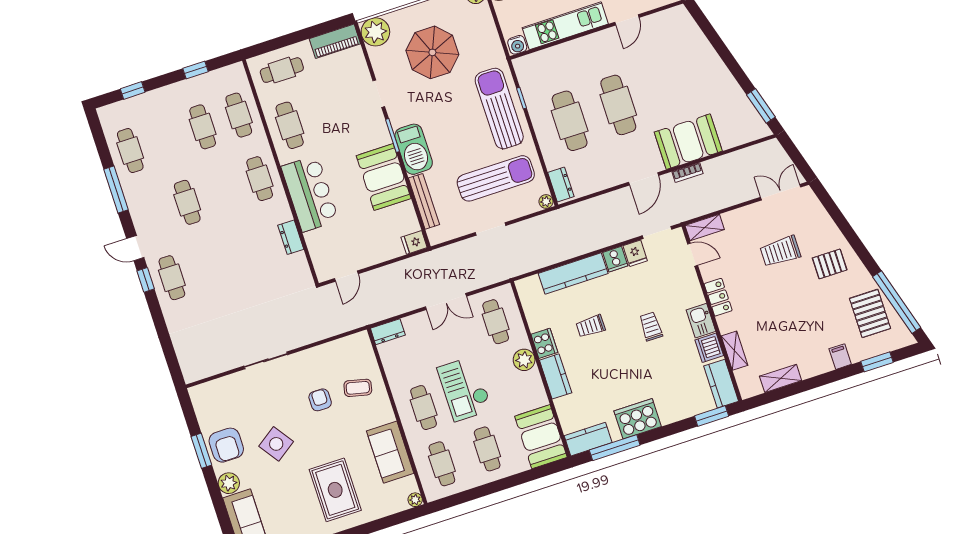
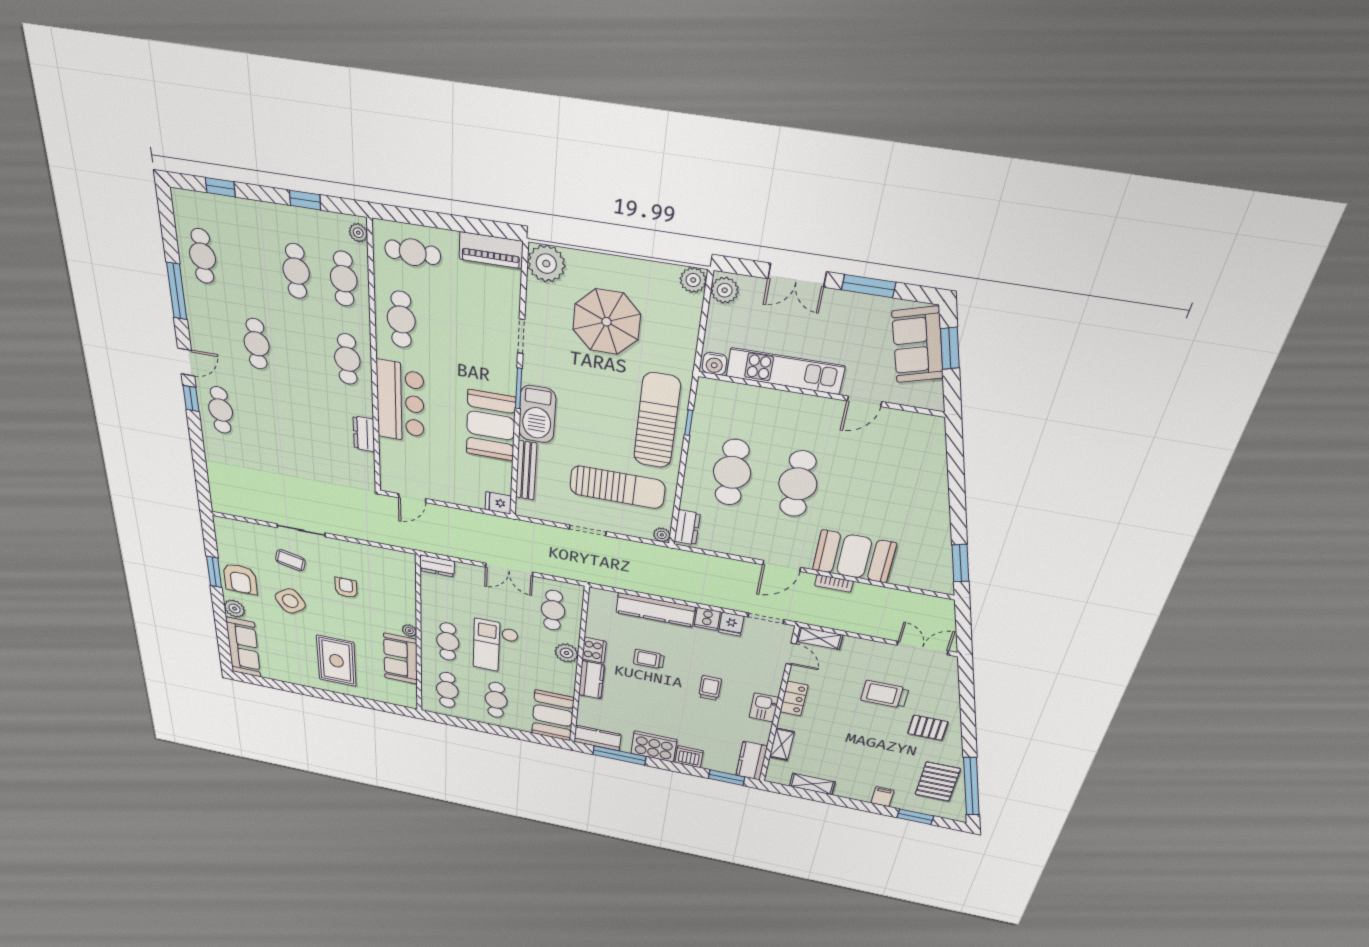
plant: (239, 75) -> (358, 233), added
door: (135, 248) -> (186, 362), swing flipped
dishwasher: (709, 348) -> (689, 757), moved, turned 90
coffee table: (358, 388) -> (290, 560), moved
plant: (415, 500) -> (409, 631), moved

